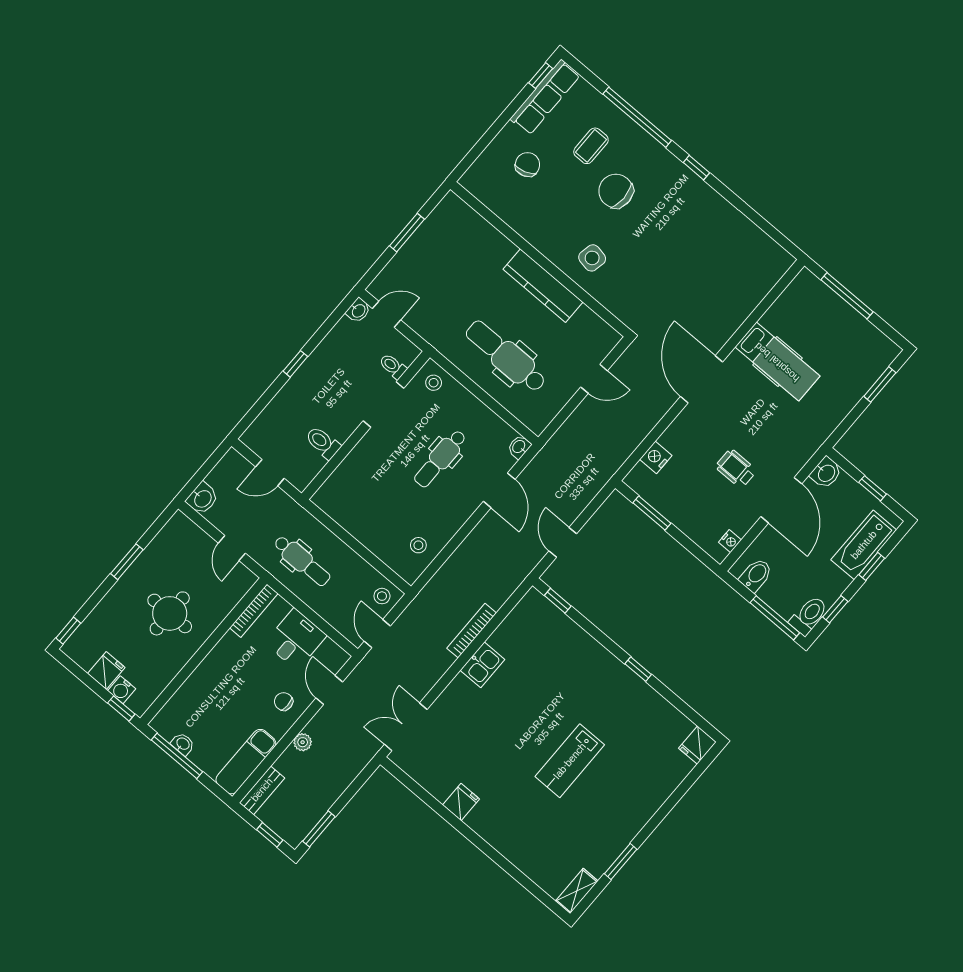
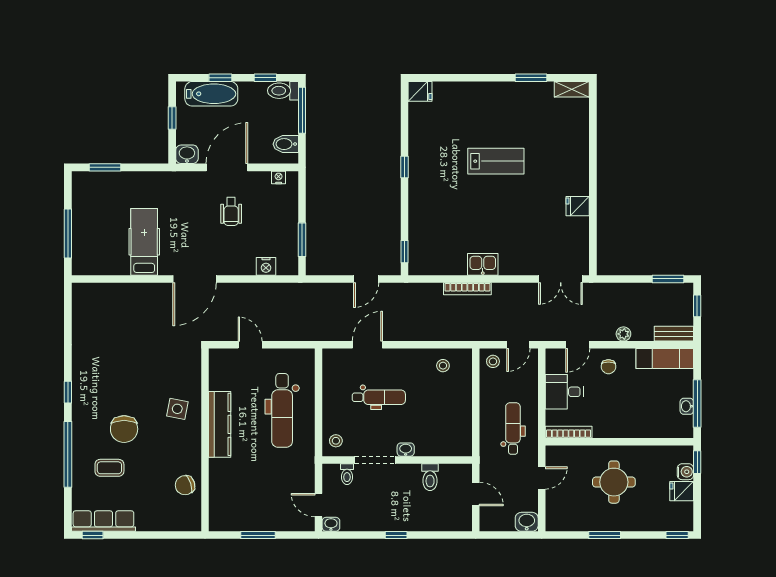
chair: (527, 165) -> (185, 485), moved
washbasin: (519, 447) -> (406, 450), moved, turned 180

